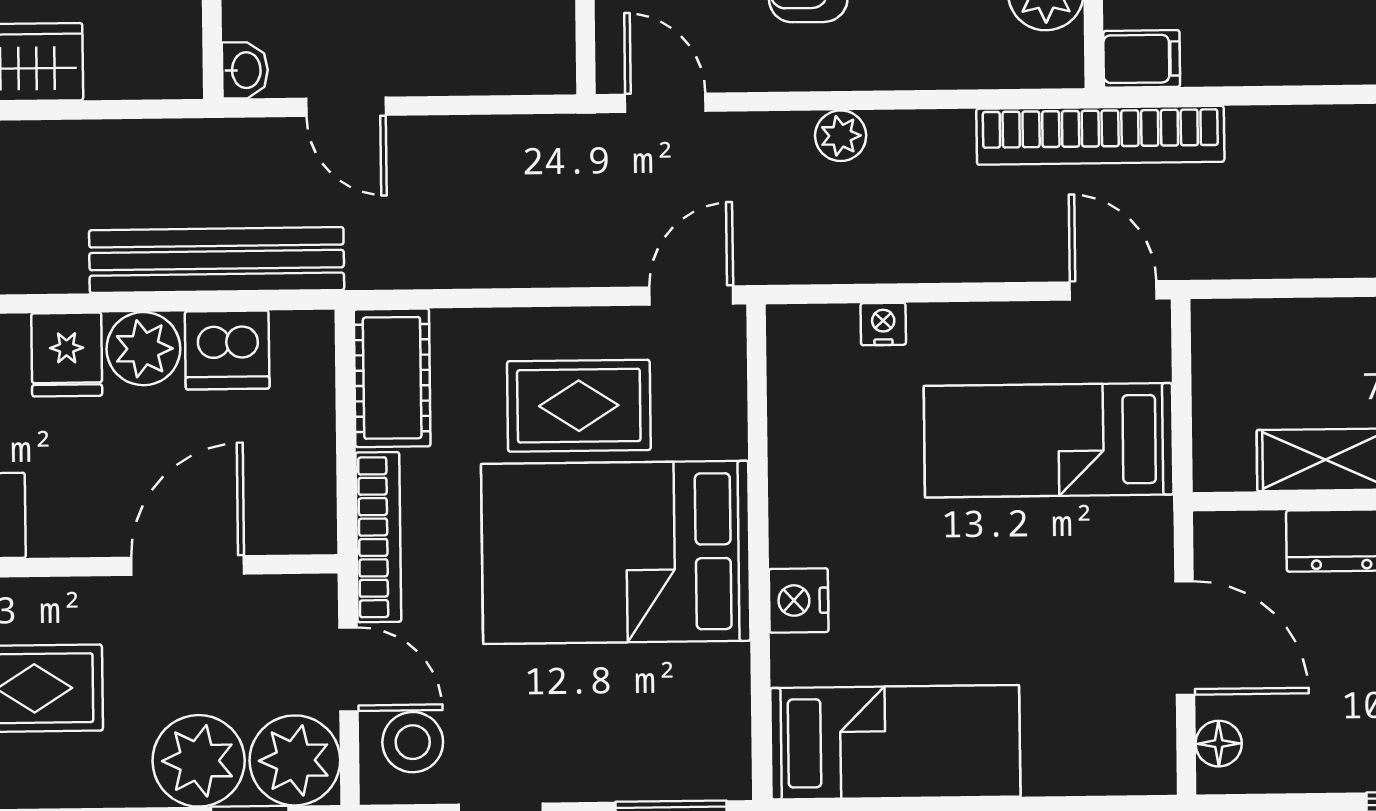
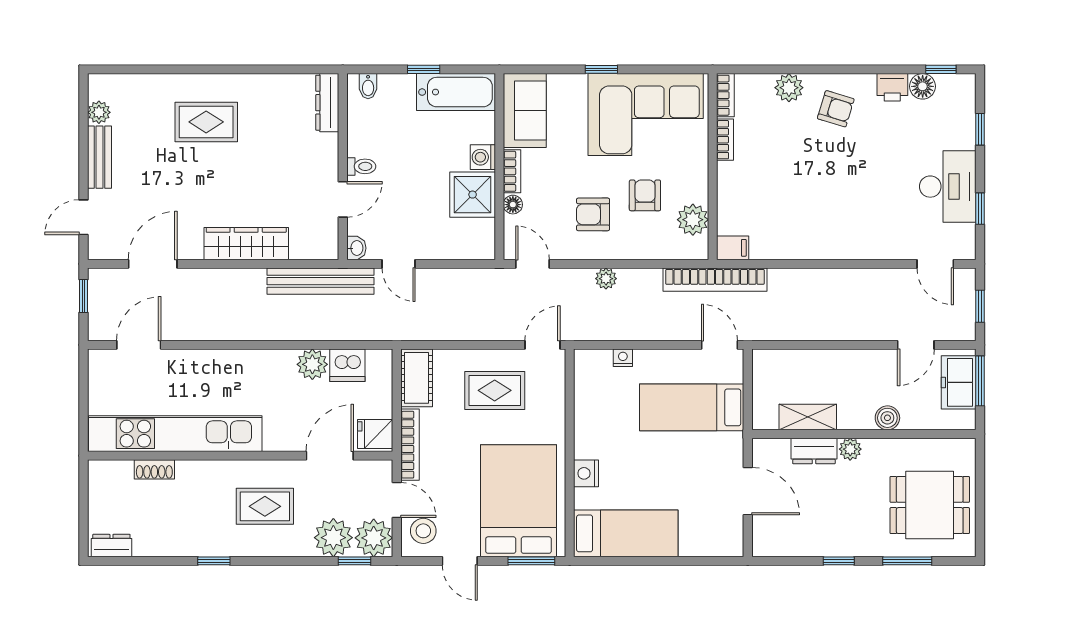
bench: (217, 260) -> (320, 281), moved
fridge: (67, 355) -> (375, 434), moved, turned 90
bed: (616, 552) -> (518, 501), moved, turned 90
floor lamp: (1219, 744) -> (761, 536), removed

